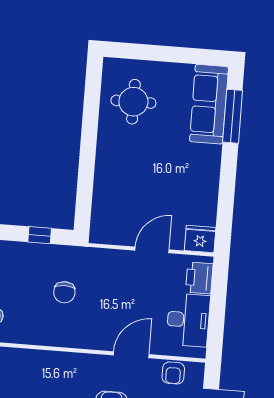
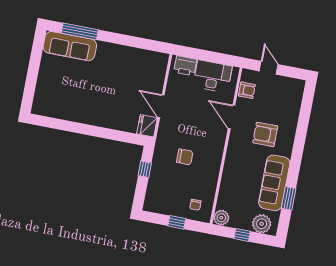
round table: (133, 102) -> (63, 96), removed
fridge: (200, 239) -> (147, 126), moved
door: (152, 250) -> (161, 106), moved

